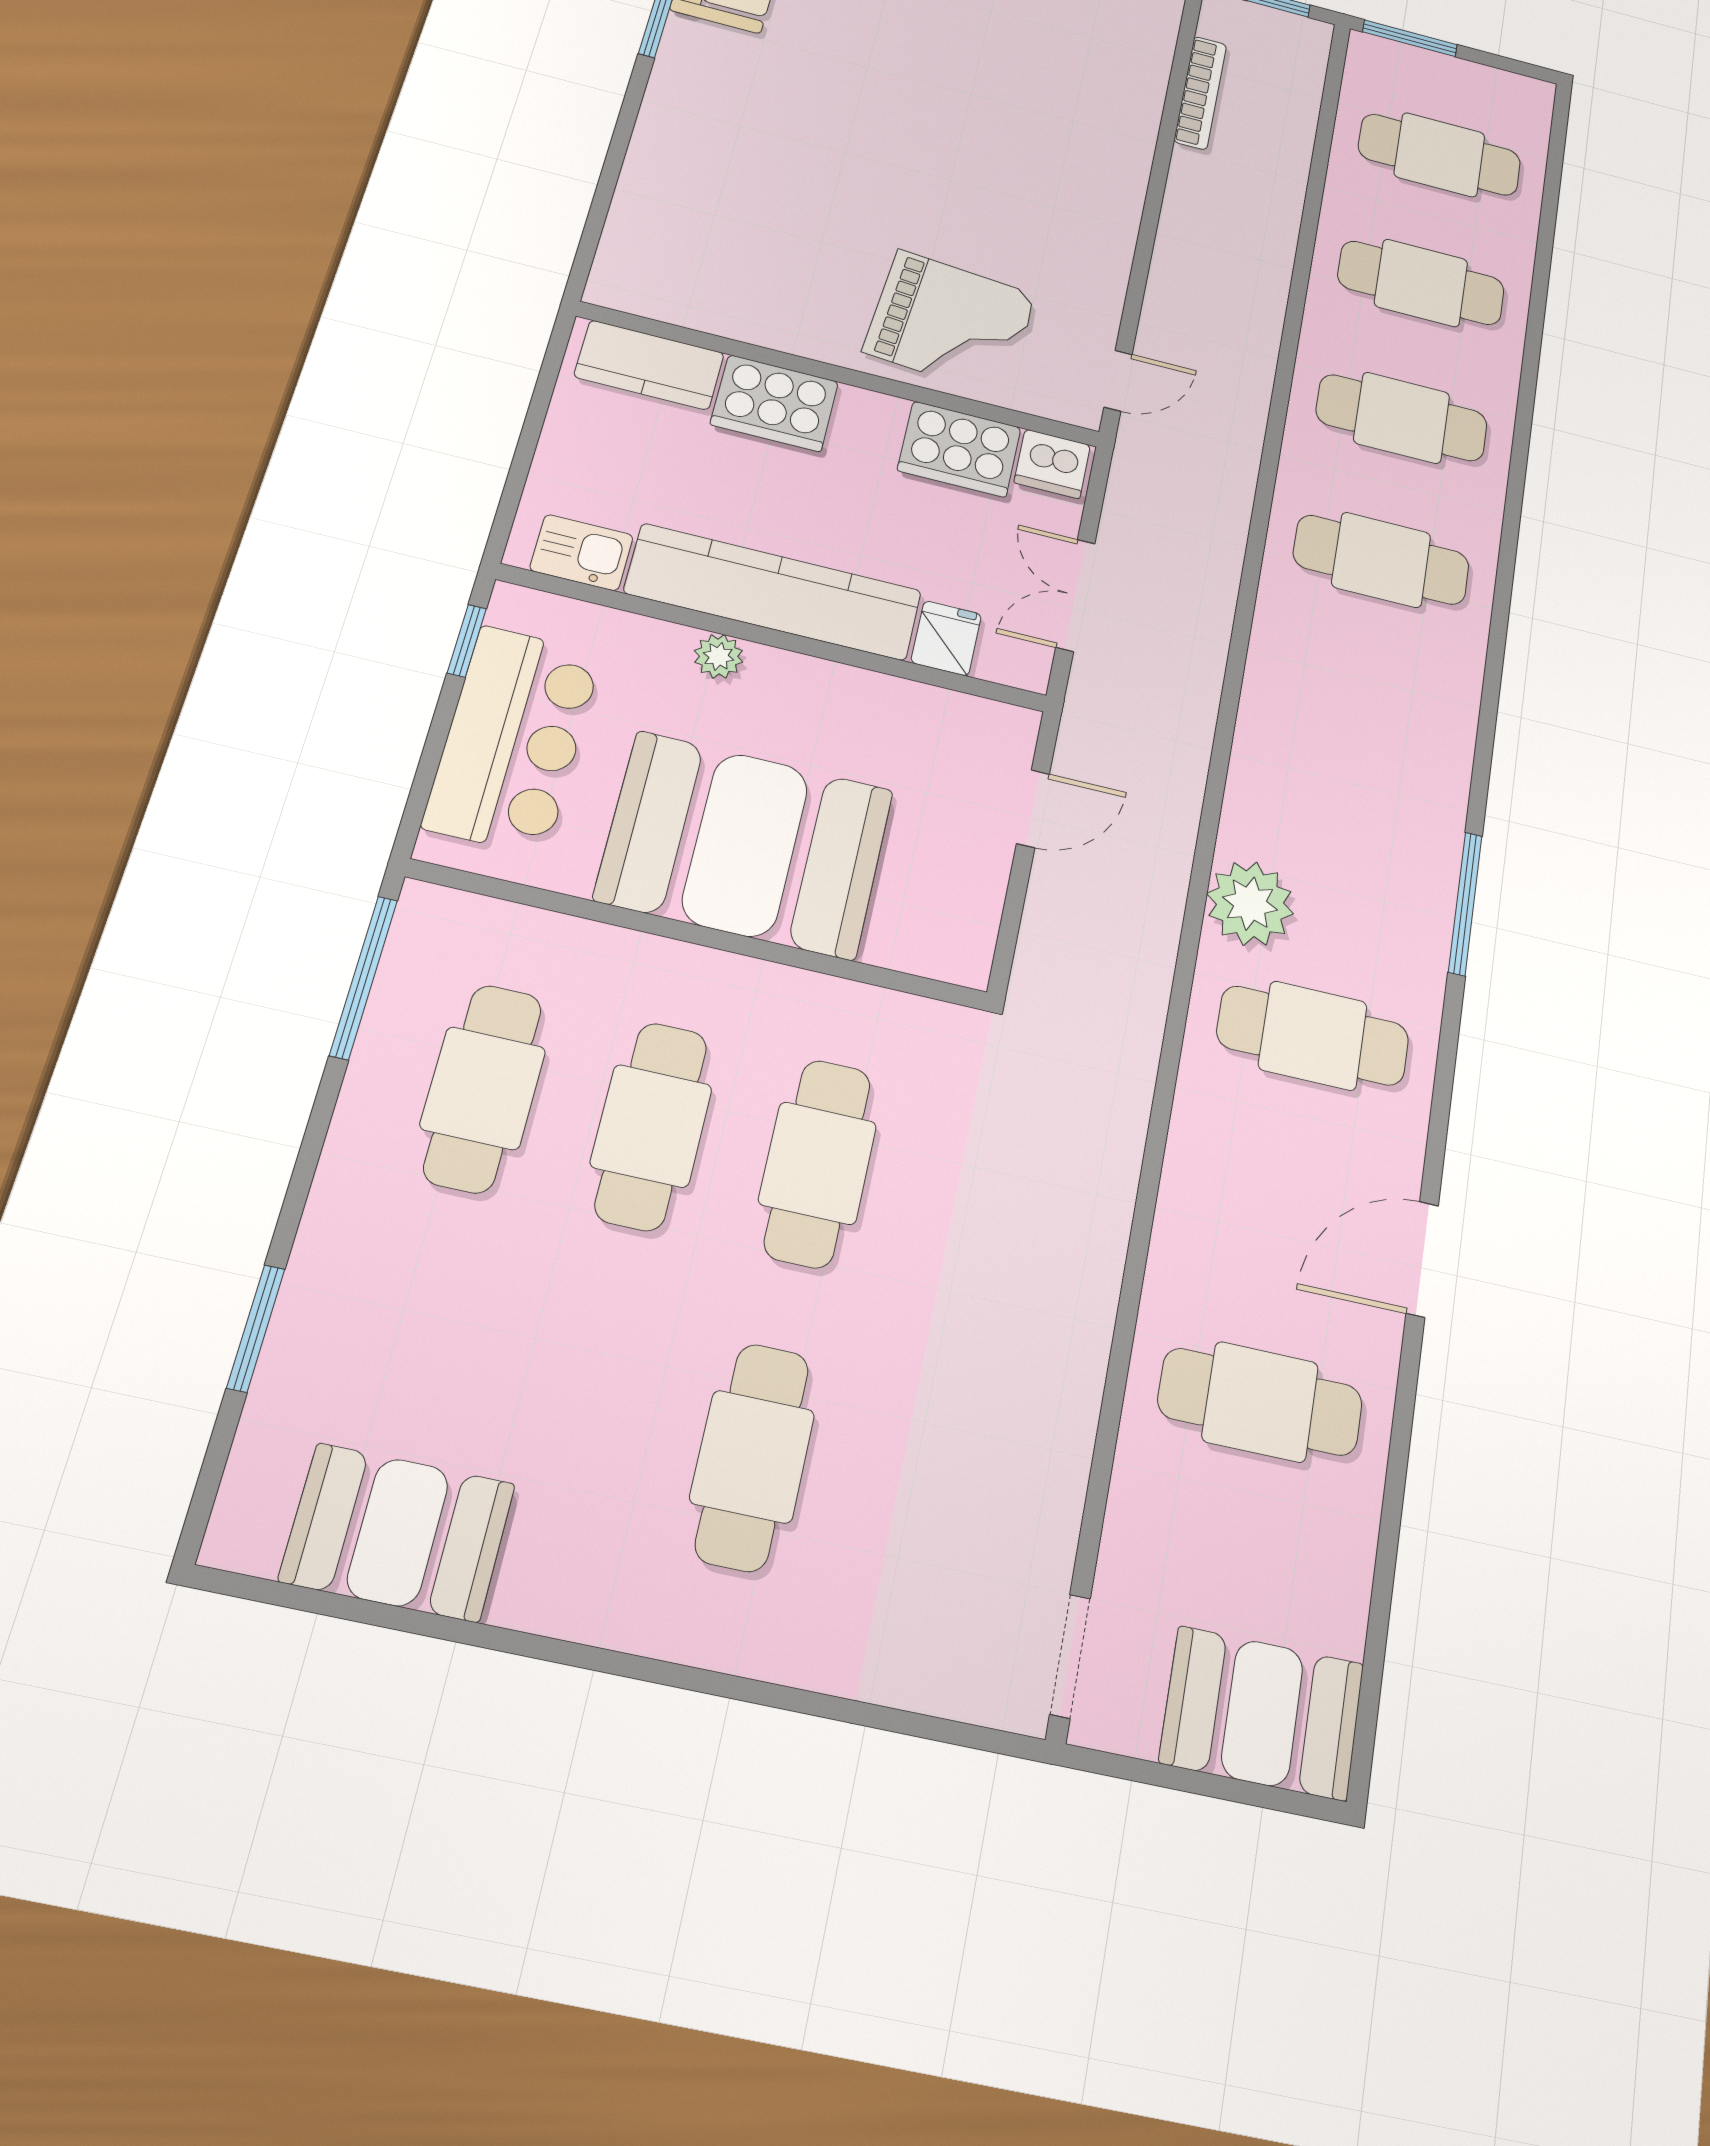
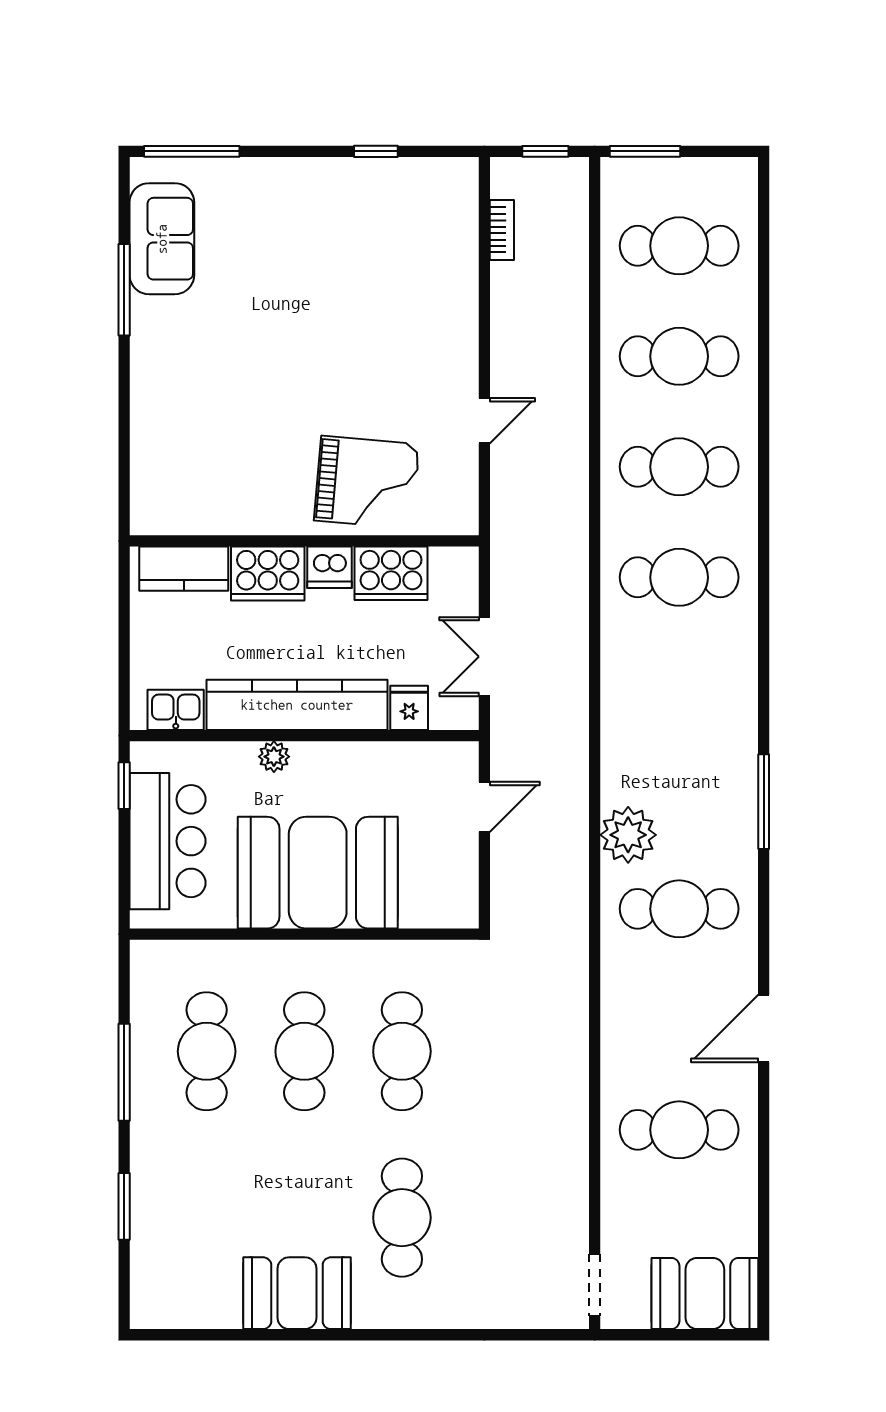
bookcase: (1200, 93) -> (502, 230), width x0.64
door: (1118, 381) -> (484, 421), moved
dishwasher: (1052, 464) -> (329, 567), moved
window: (364, 977) -> (124, 1072), moved
booth: (398, 1532) -> (297, 1293), moved

